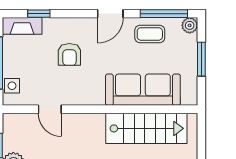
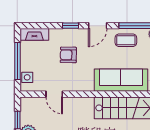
window: (39, 14) -> (71, 26), moved
armchair: (69, 54) -> (68, 55), turned 91

